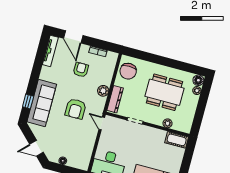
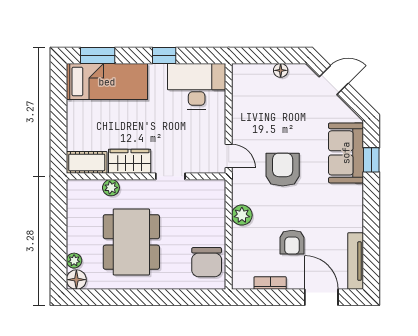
chair: (128, 71) -> (207, 262), turned 180
dining table: (164, 92) -> (131, 242), turned 90
dresser: (115, 99) -> (216, 206), removed
sofa: (42, 103) -> (346, 153), width x0.73
wardrobe: (154, 134) -> (130, 161), added

